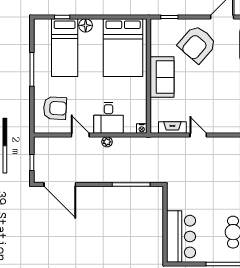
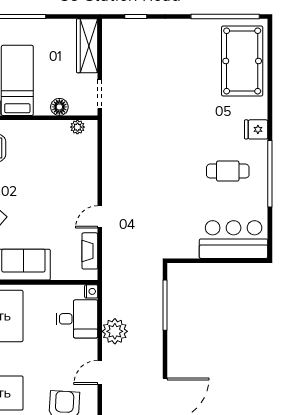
desk: (109, 118) -> (77, 319), moved
plant: (107, 142) -> (115, 331), width x1.88, depth x1.88

